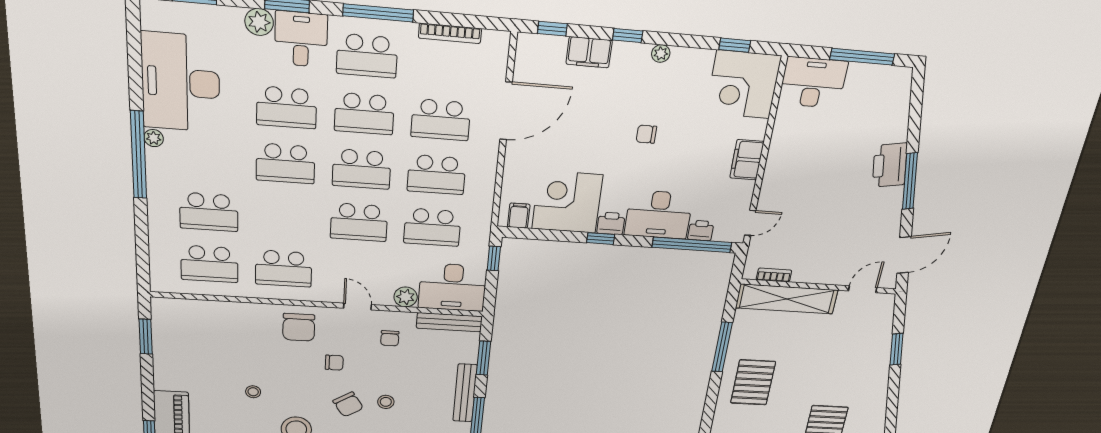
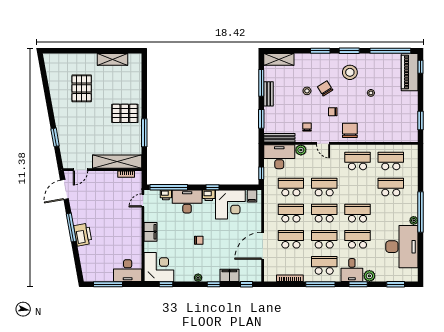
pallet: (753, 382) -> (125, 113), turned 90
bench: (465, 393) -> (269, 94), width x0.73

